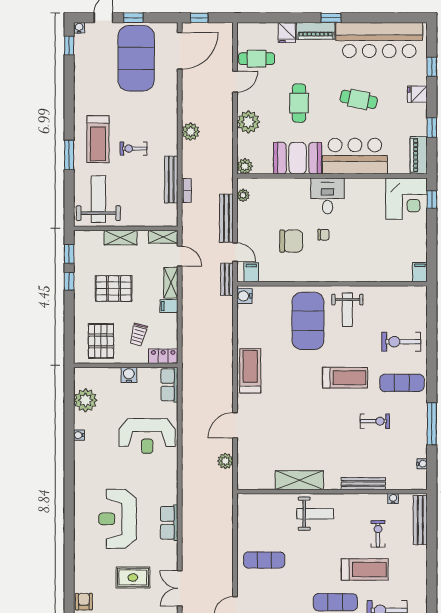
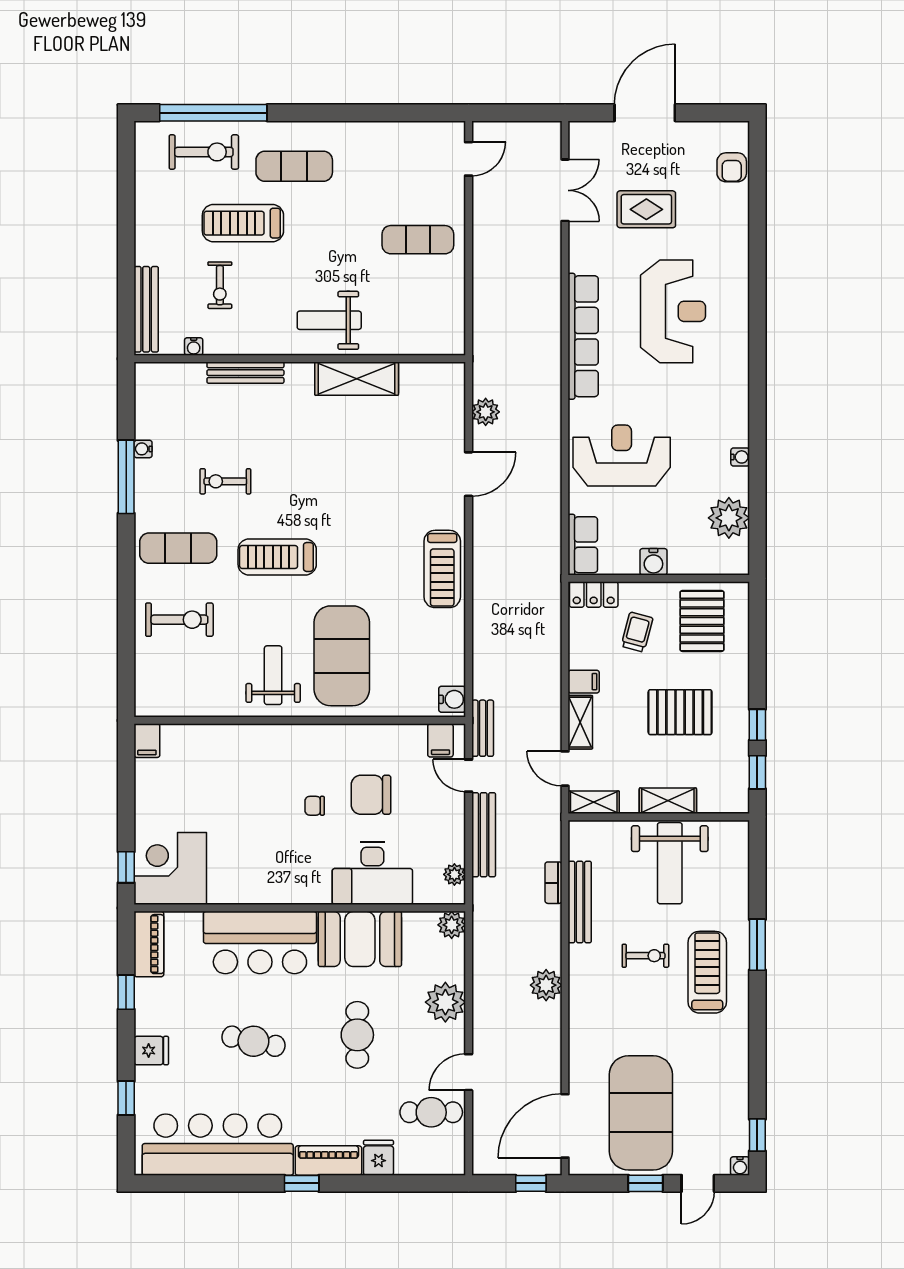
desk: (327, 196) -> (372, 873), moved, width x1.37
weight bench: (98, 199) -> (670, 863), moved
water cooler: (422, 464) -> (143, 449), moved
row of seats: (169, 523) -> (583, 336), width x2.02

